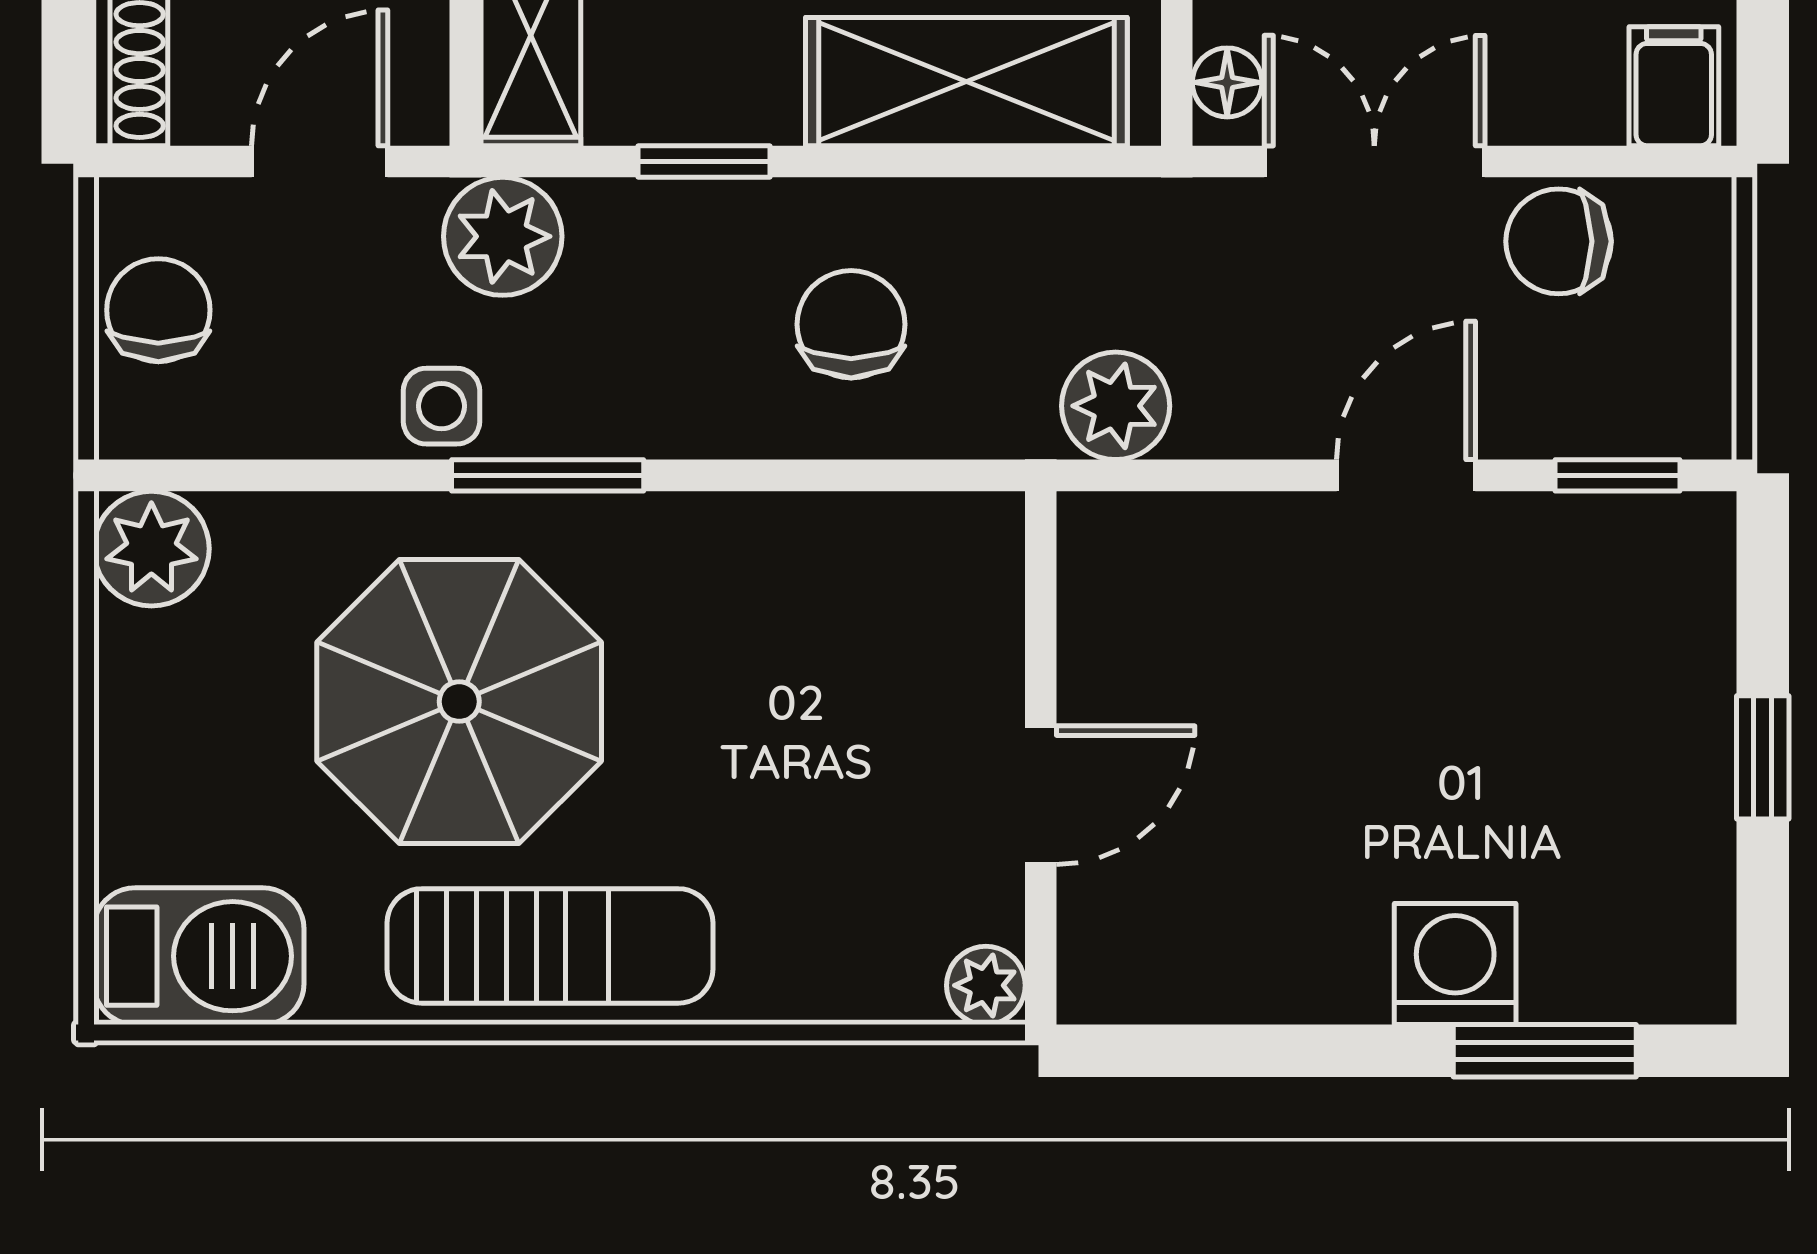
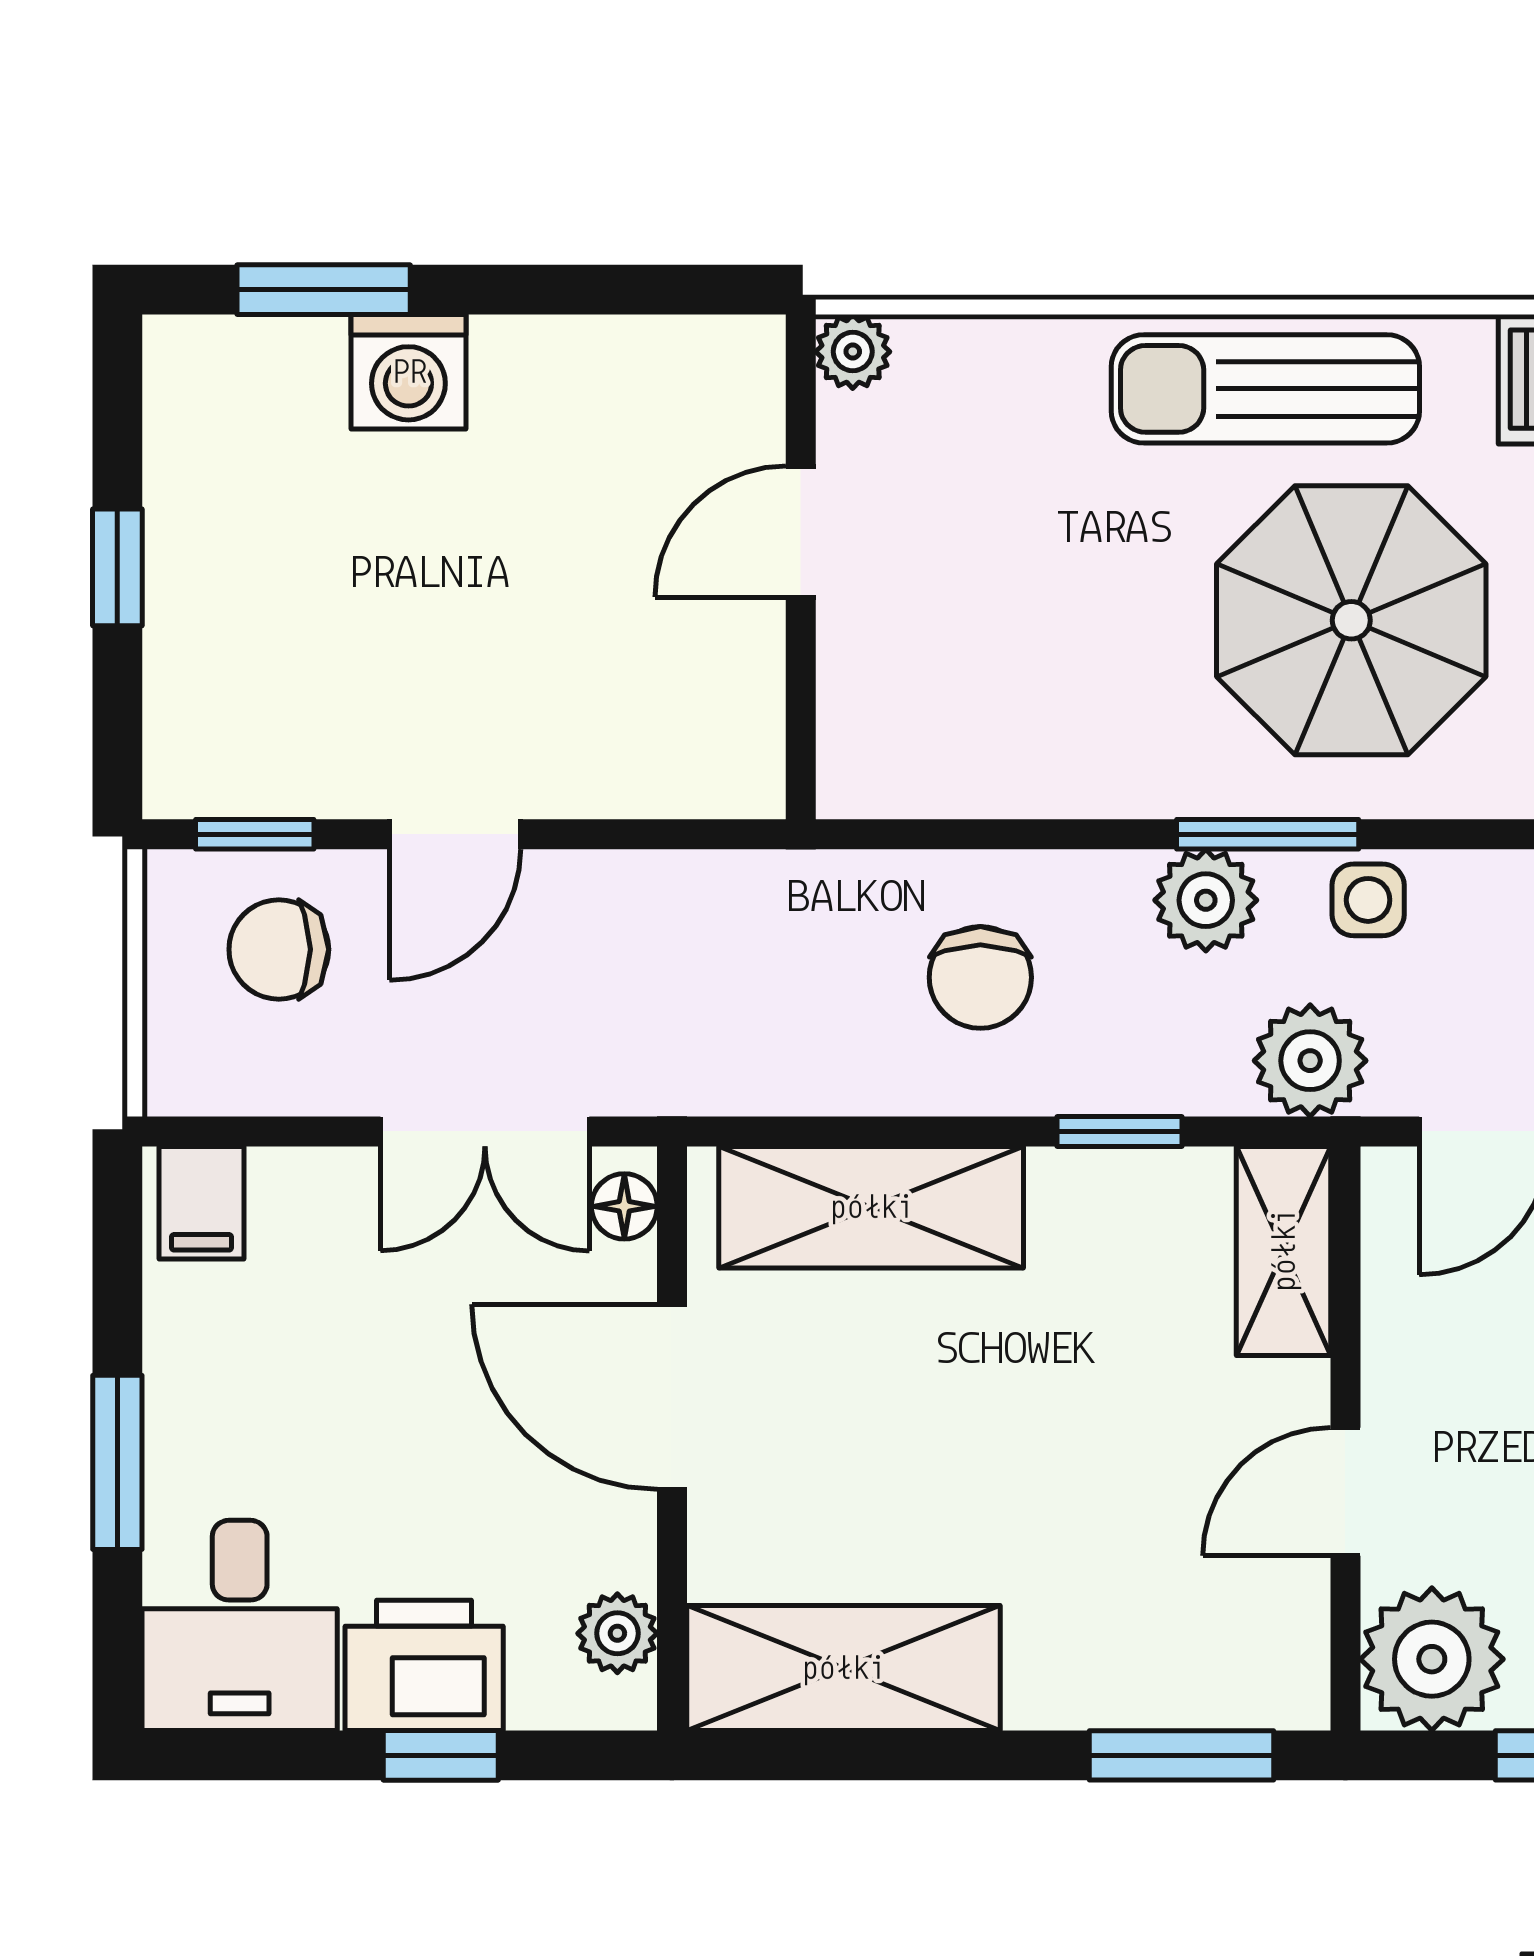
chair: (1559, 241) -> (279, 949), moved, turned 180
plant: (1116, 406) -> (1206, 900), moved

